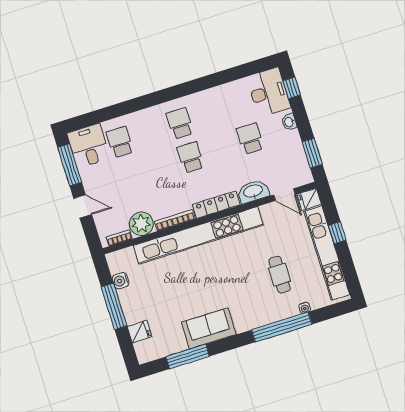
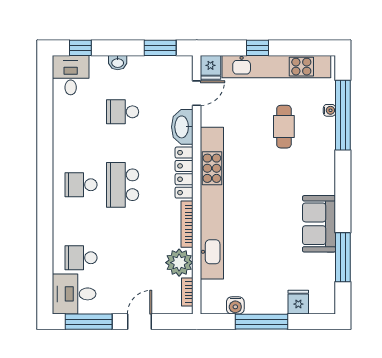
desk: (269, 92) -> (71, 75), width x0.73
school desk: (190, 157) -> (123, 185), width x1.85
cafe table: (279, 275) -> (284, 127), turned 90
window: (282, 327) -> (343, 115), moved

